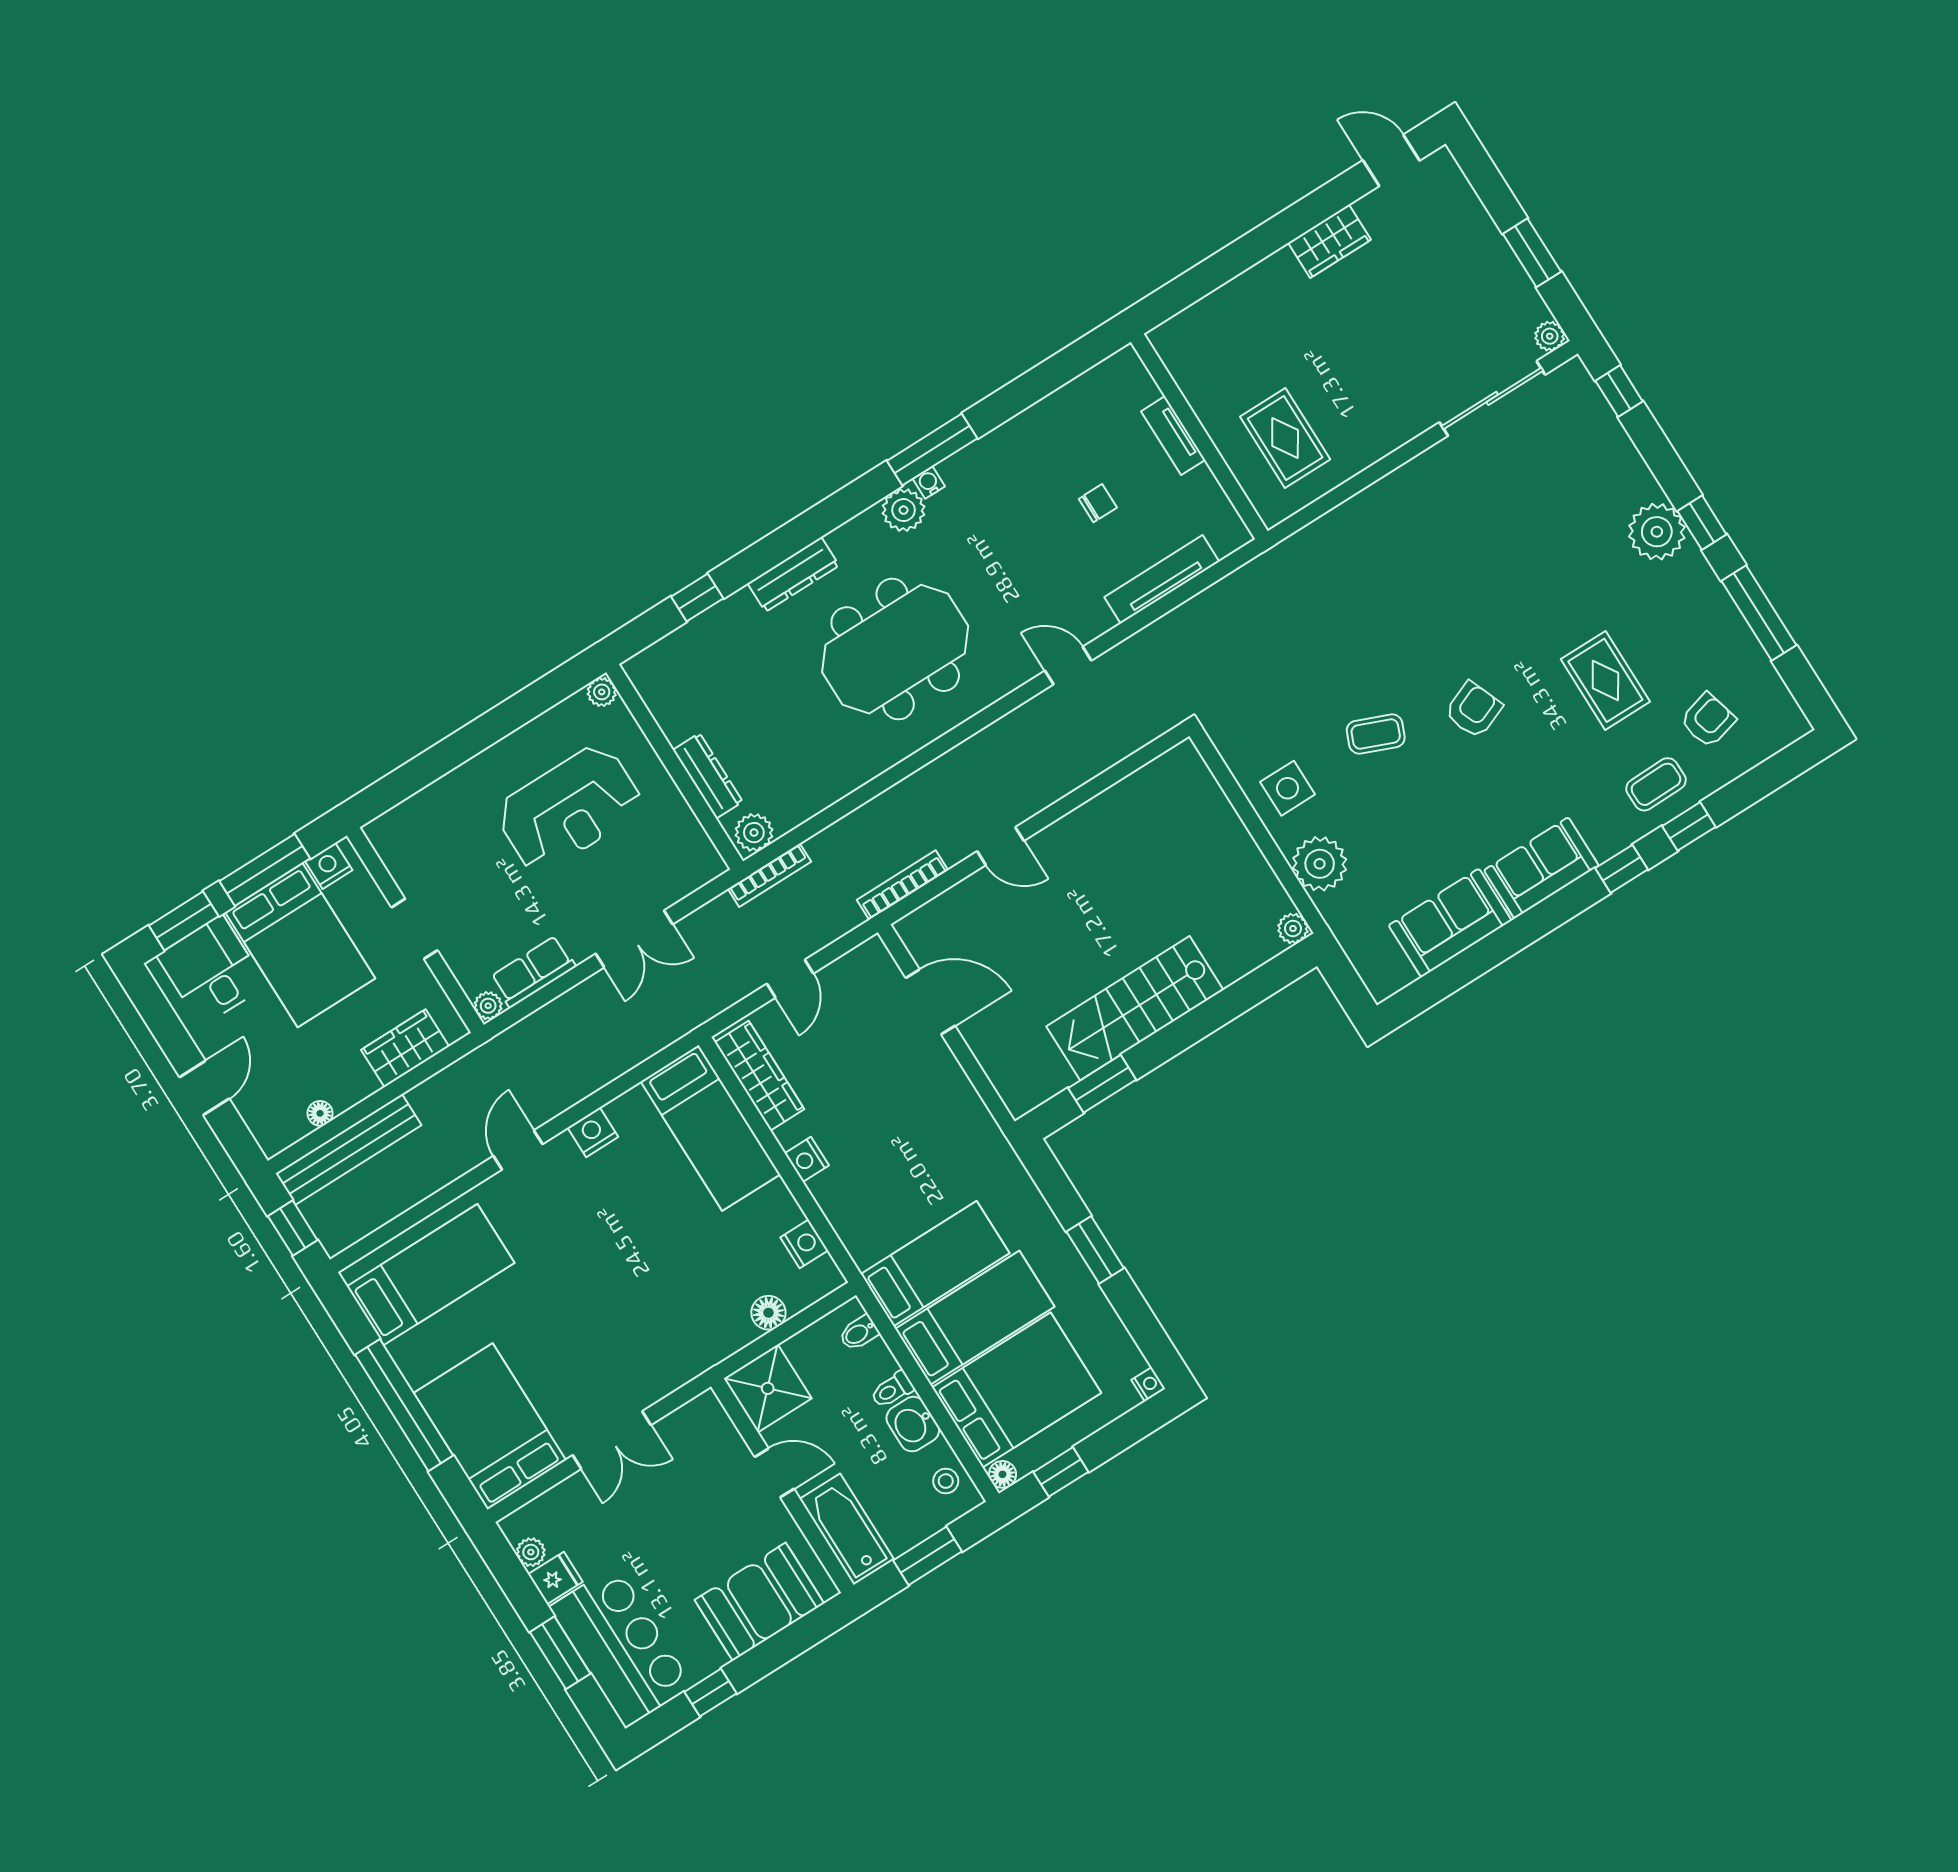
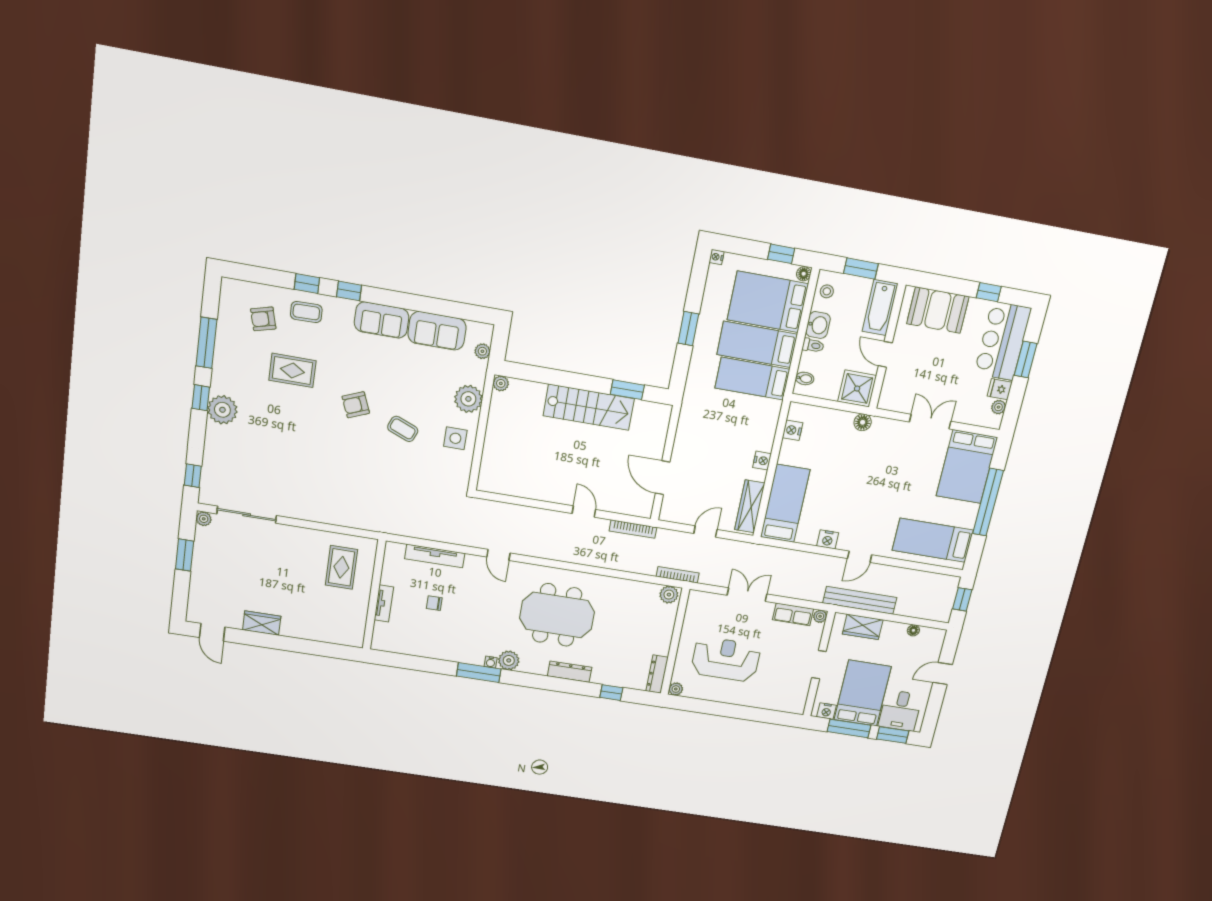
rug: (1605, 680) -> (292, 370), turned 90
dresser: (708, 776) -> (657, 674), moved
plant: (1360, 952) -> (482, 351), added
bench: (349, 1149) -> (860, 600), moved
floor lamp: (768, 1313) -> (863, 422), moved

